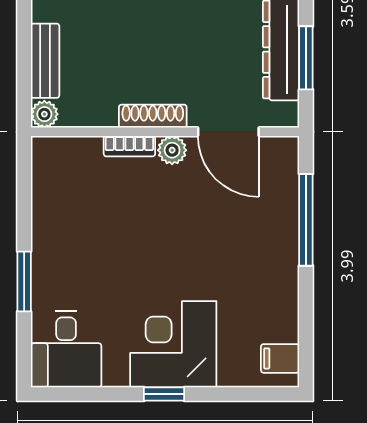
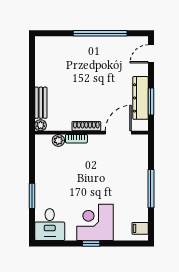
door: (228, 132) -> (118, 133), swing flipped
plant: (172, 150) -> (58, 140), moved
window: (306, 220) -> (151, 189), moved

